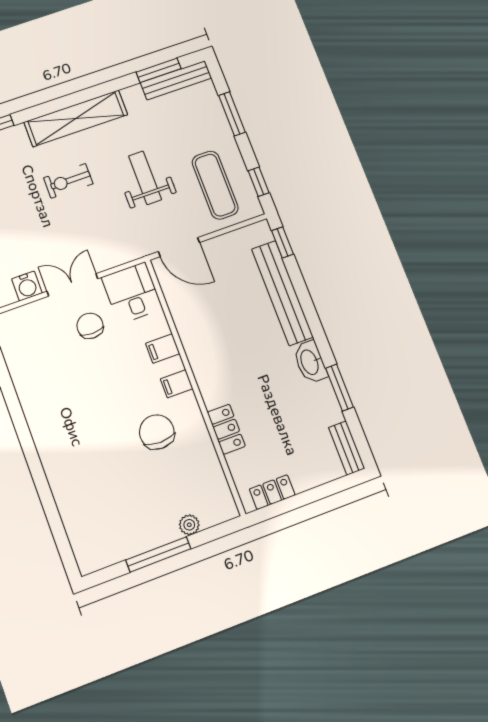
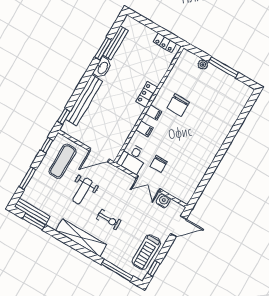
door: (179, 247) -> (99, 155), swing flipped
locker: (226, 429) -> (147, 94), moved
bench: (347, 448) -> (116, 43), moved, width x1.36

